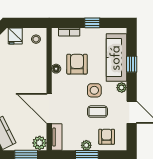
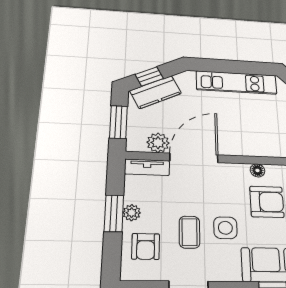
plant: (122, 88) -> (232, 273), removed
armchair: (107, 137) -> (146, 246), turned 90
plant: (40, 143) -> (158, 143), moved

